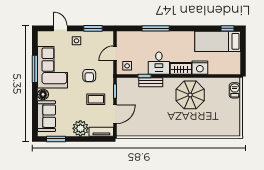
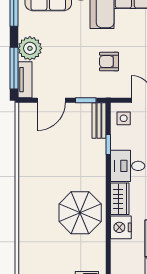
bench: (151, 82) -> (99, 120), moved
coffee table: (96, 99) -> (74, 71), removed
door: (115, 114) -> (51, 100), hinge flipped
window: (94, 139) -> (14, 68), added

